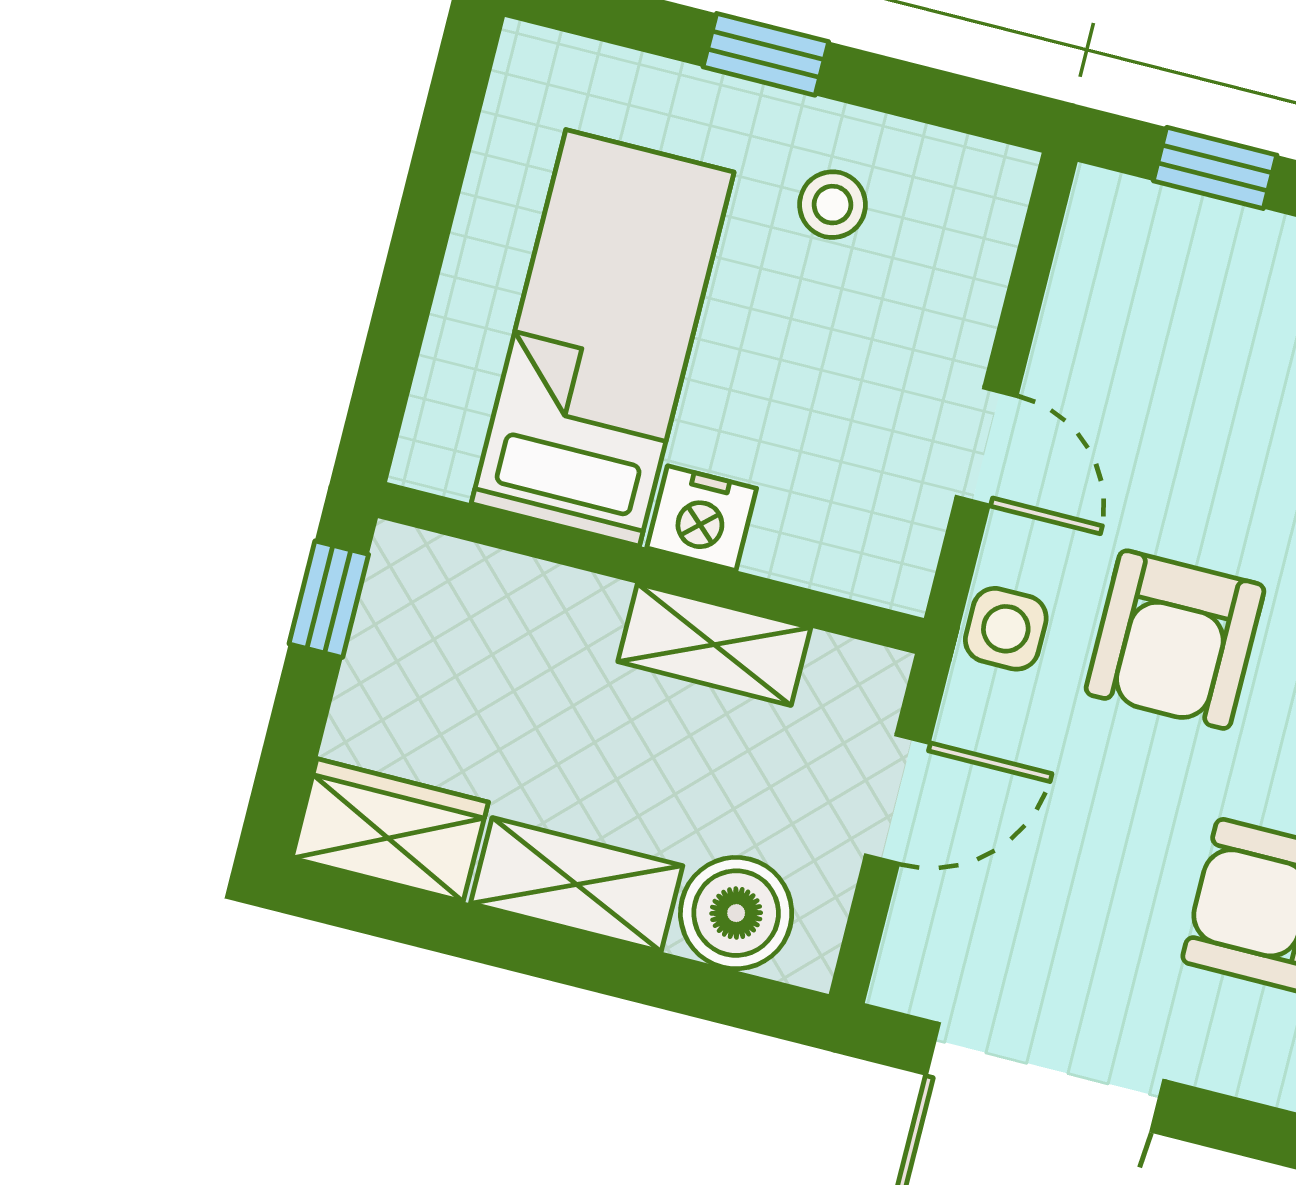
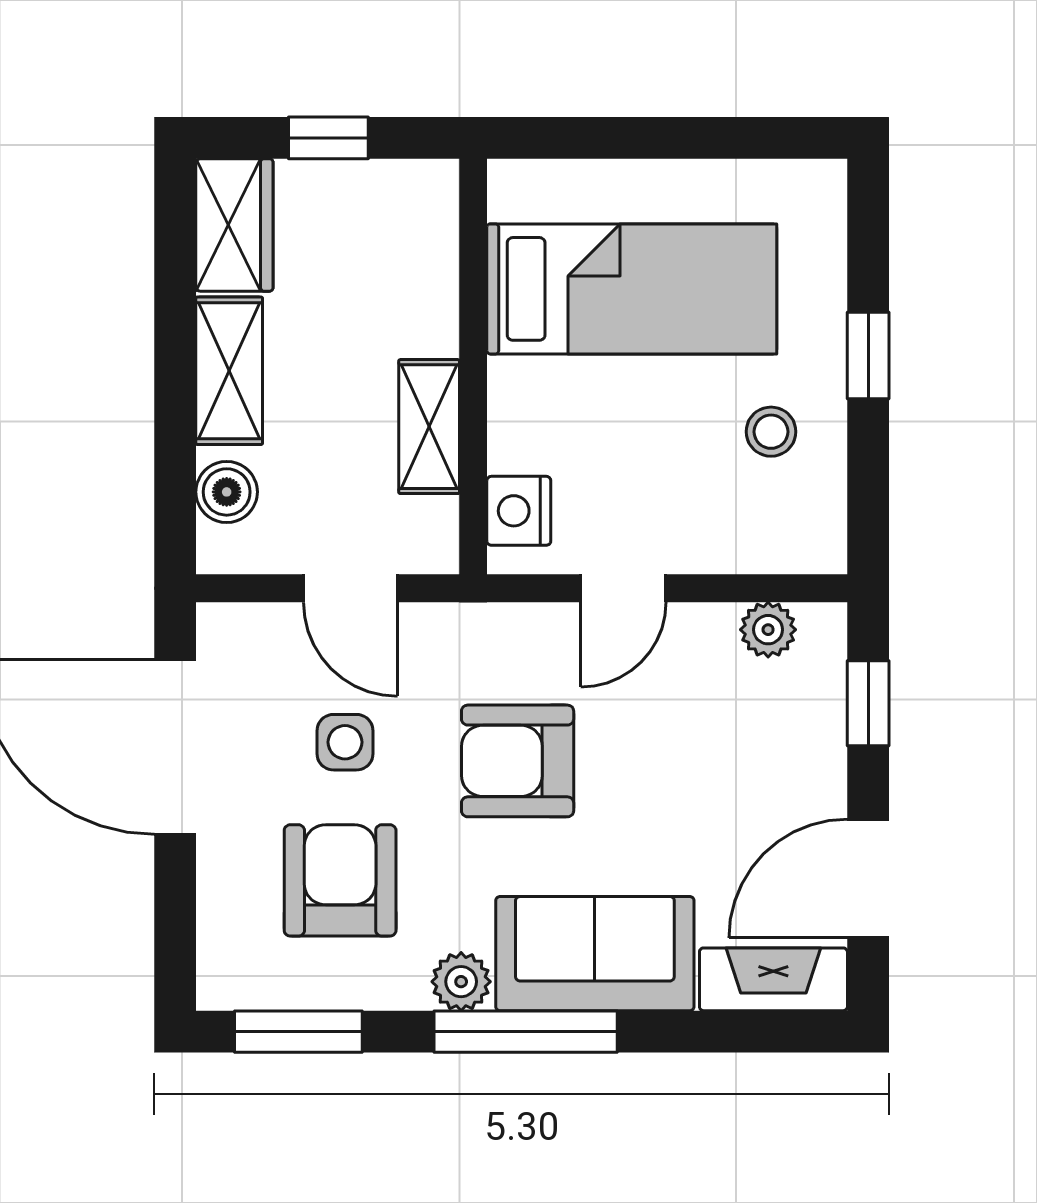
plant: (1087, 273) -> (768, 630), added
nightstand: (702, 518) -> (519, 511), moved
window: (329, 599) -> (328, 138), moved
side table: (1006, 629) -> (345, 742), moved
boiler: (736, 913) -> (227, 492), width x0.73, depth x0.73

